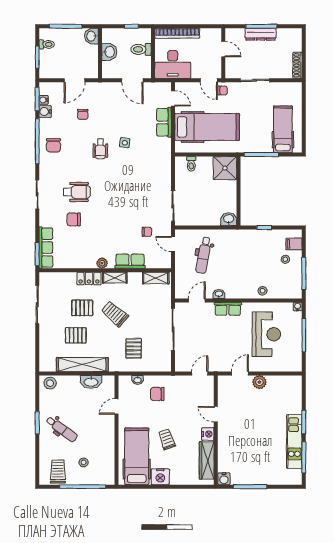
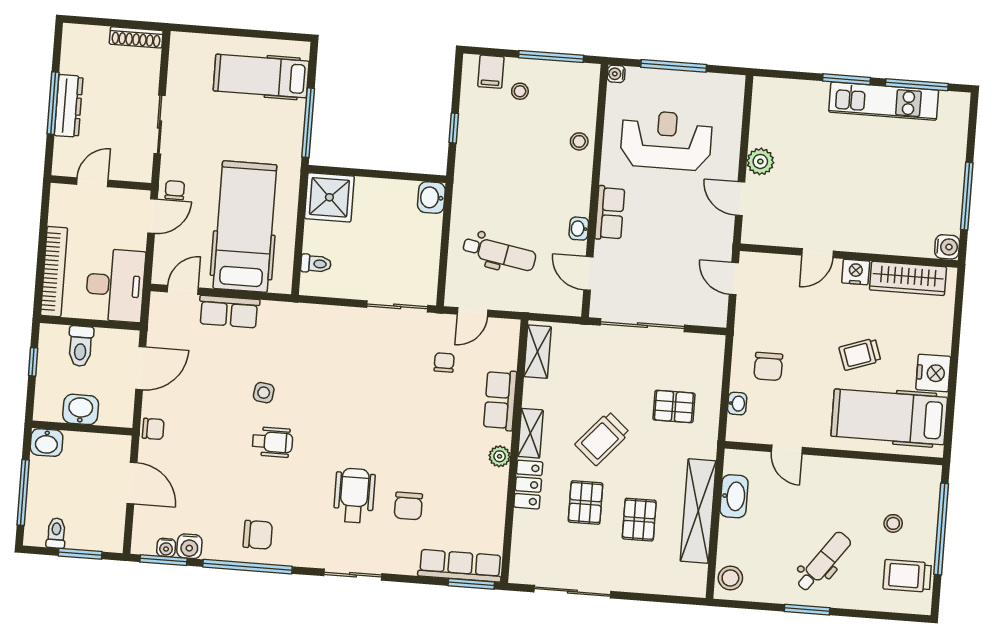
chair: (83, 114) -> (153, 429), moved

